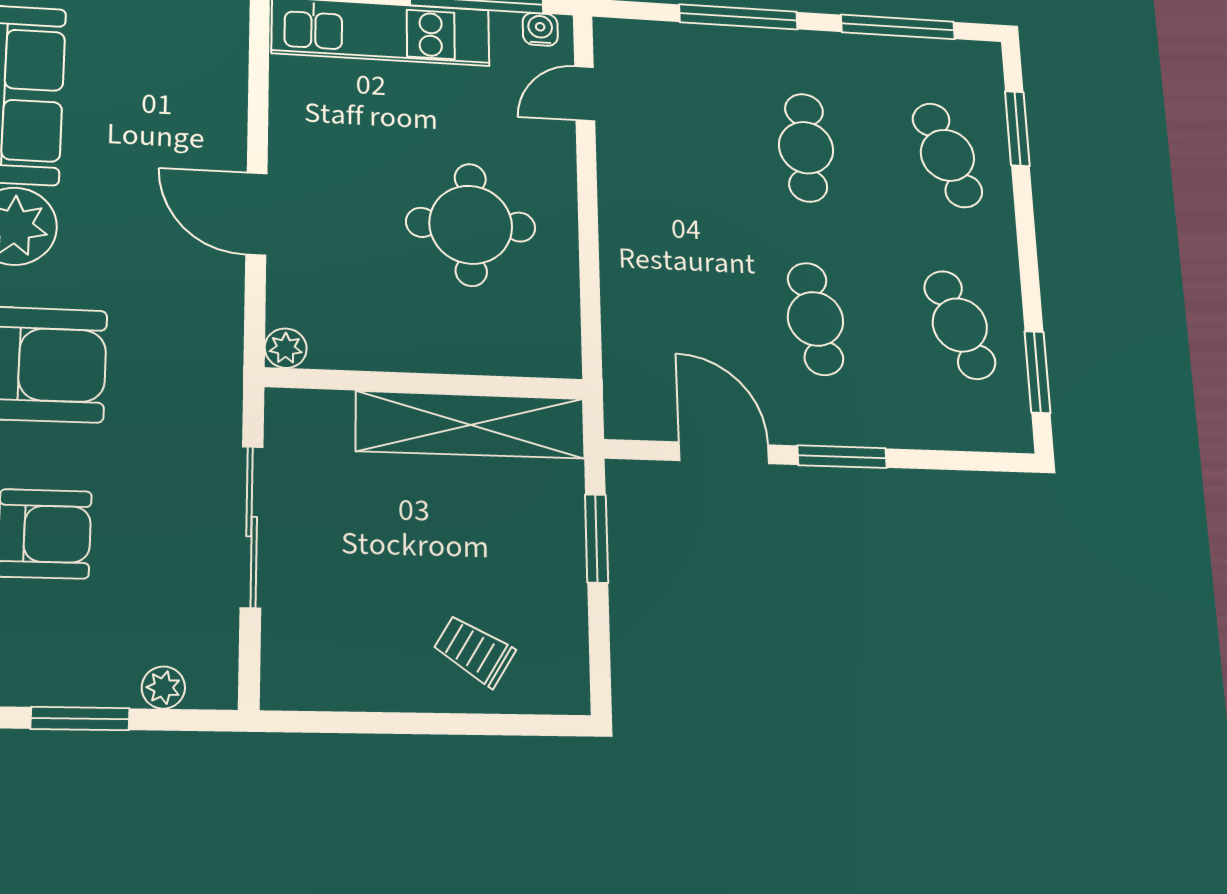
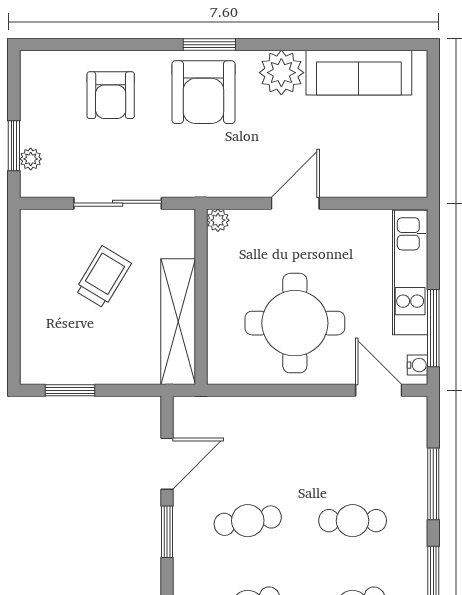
door: (585, 94) -> (379, 390), width x1.37
round table: (471, 225) -> (295, 323), width x1.36, depth x1.36
window: (597, 538) -> (70, 390), moved
trolley: (474, 651) -> (103, 277), moved, width x1.36, depth x1.39
window: (80, 718) -> (14, 146), moved

